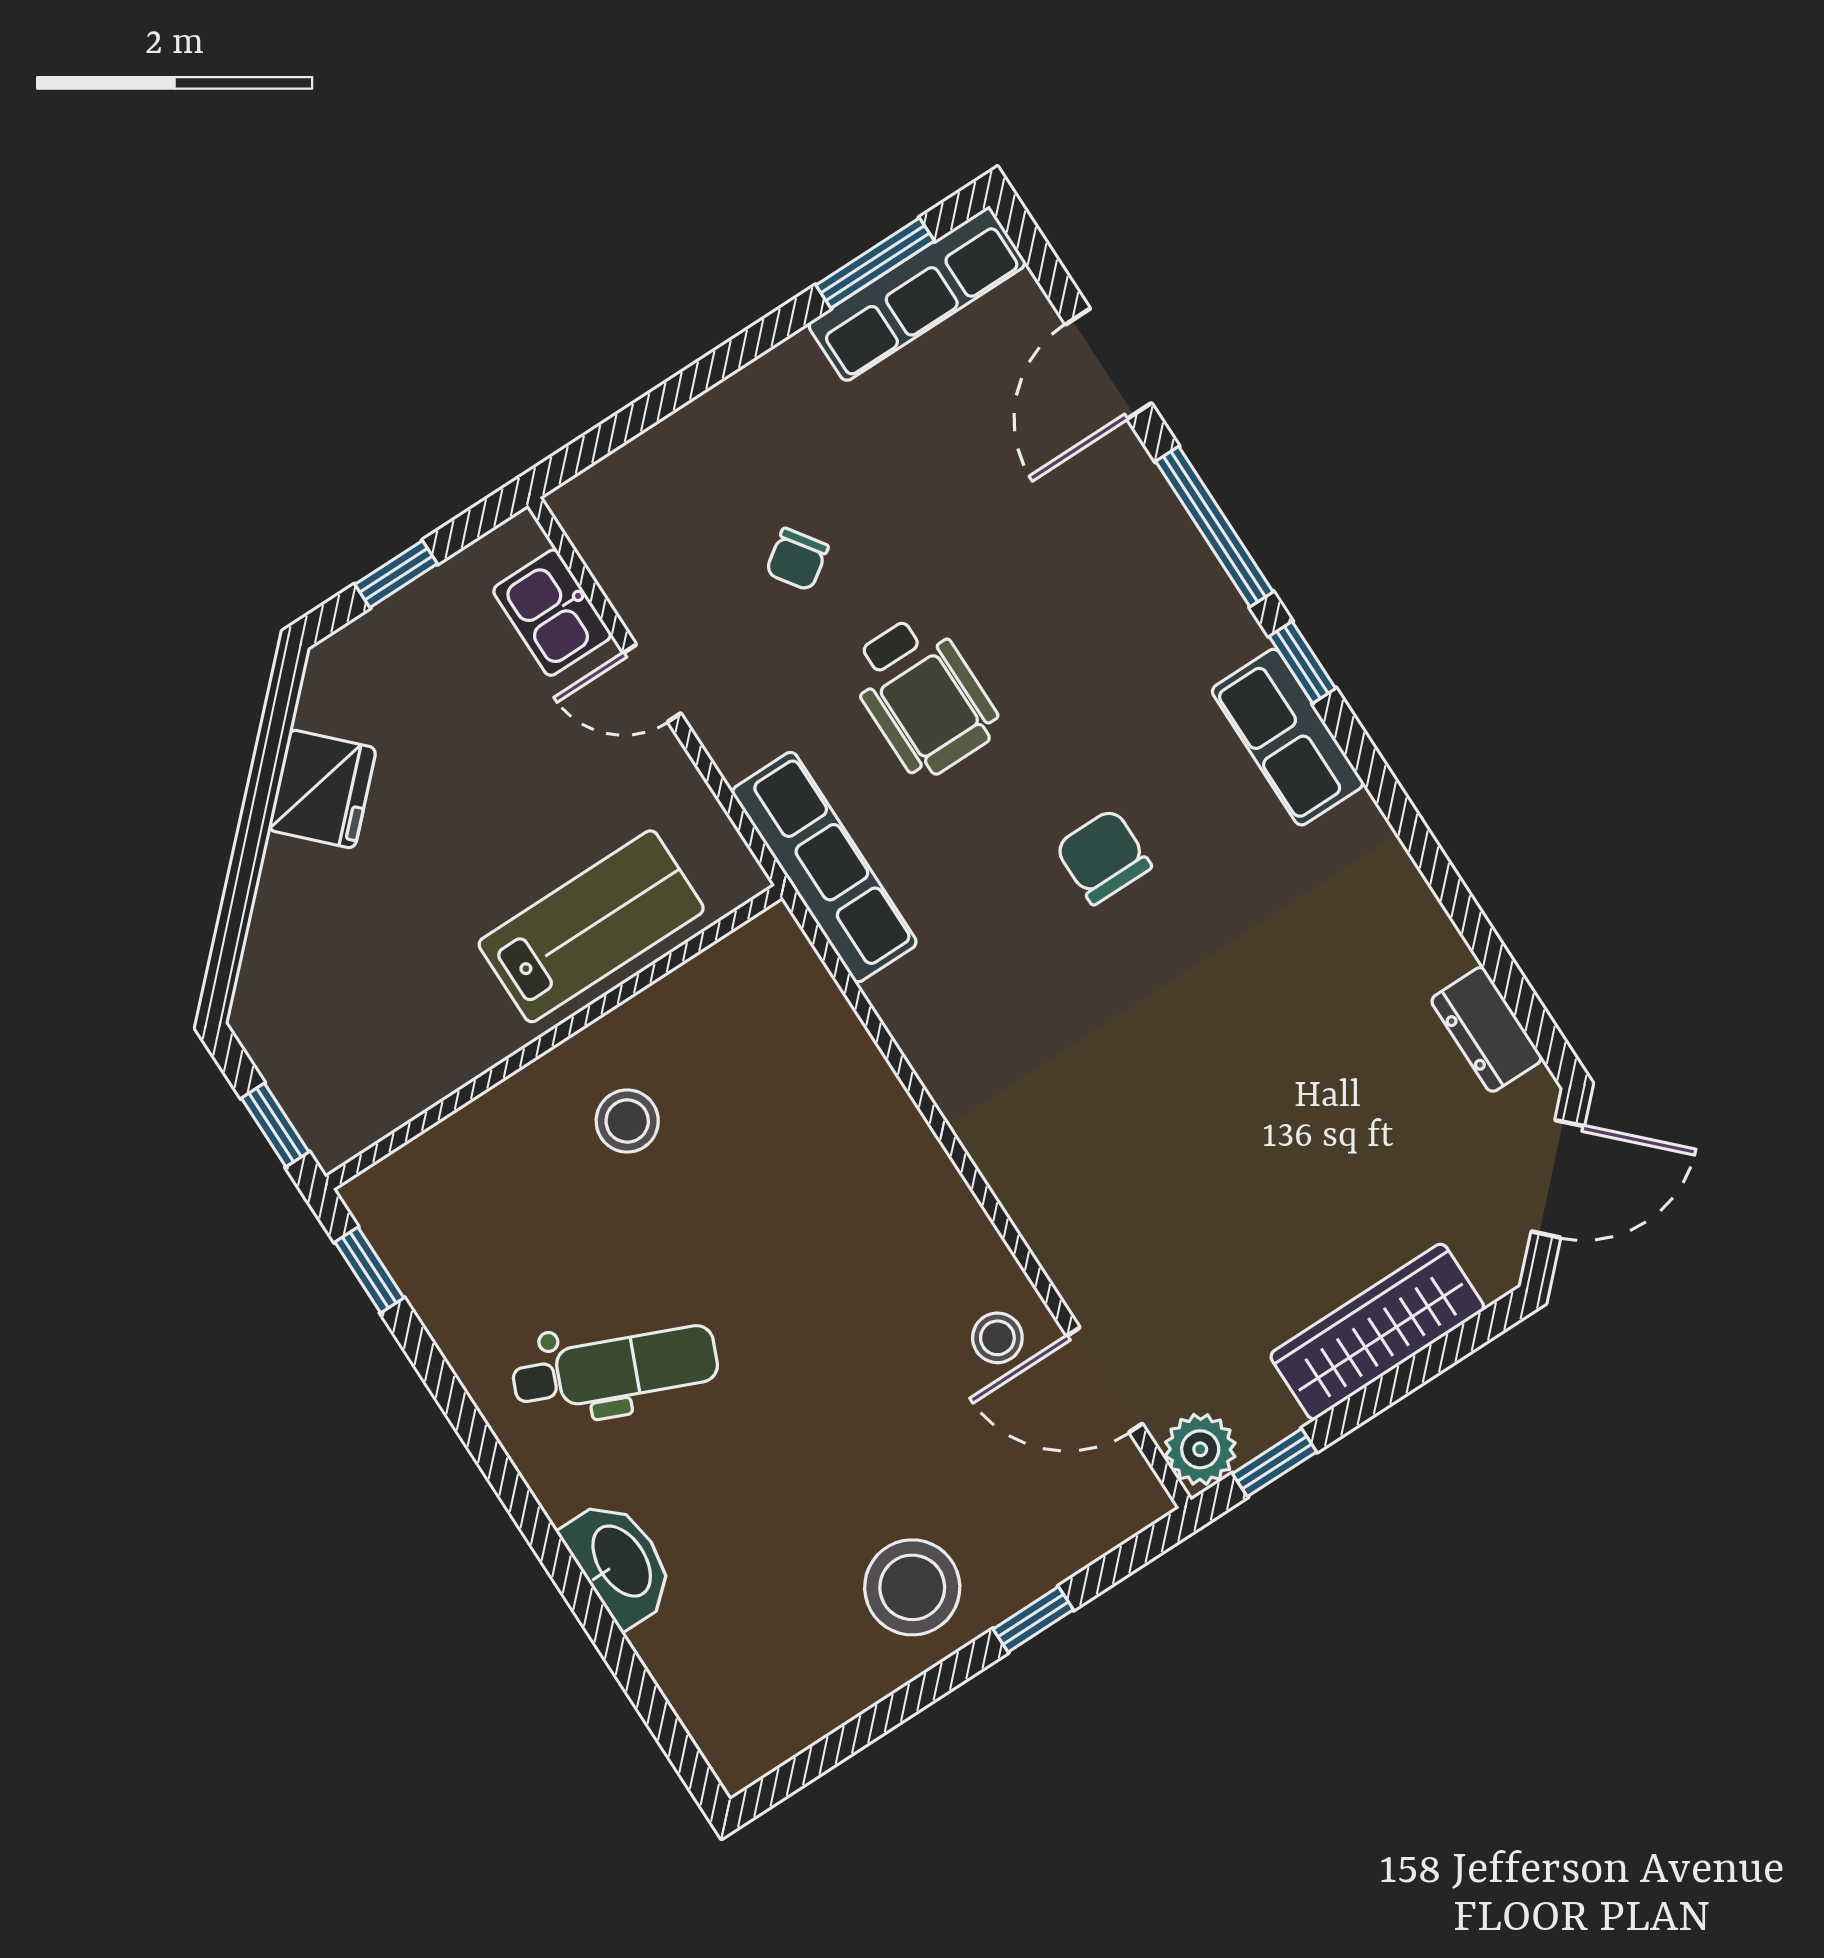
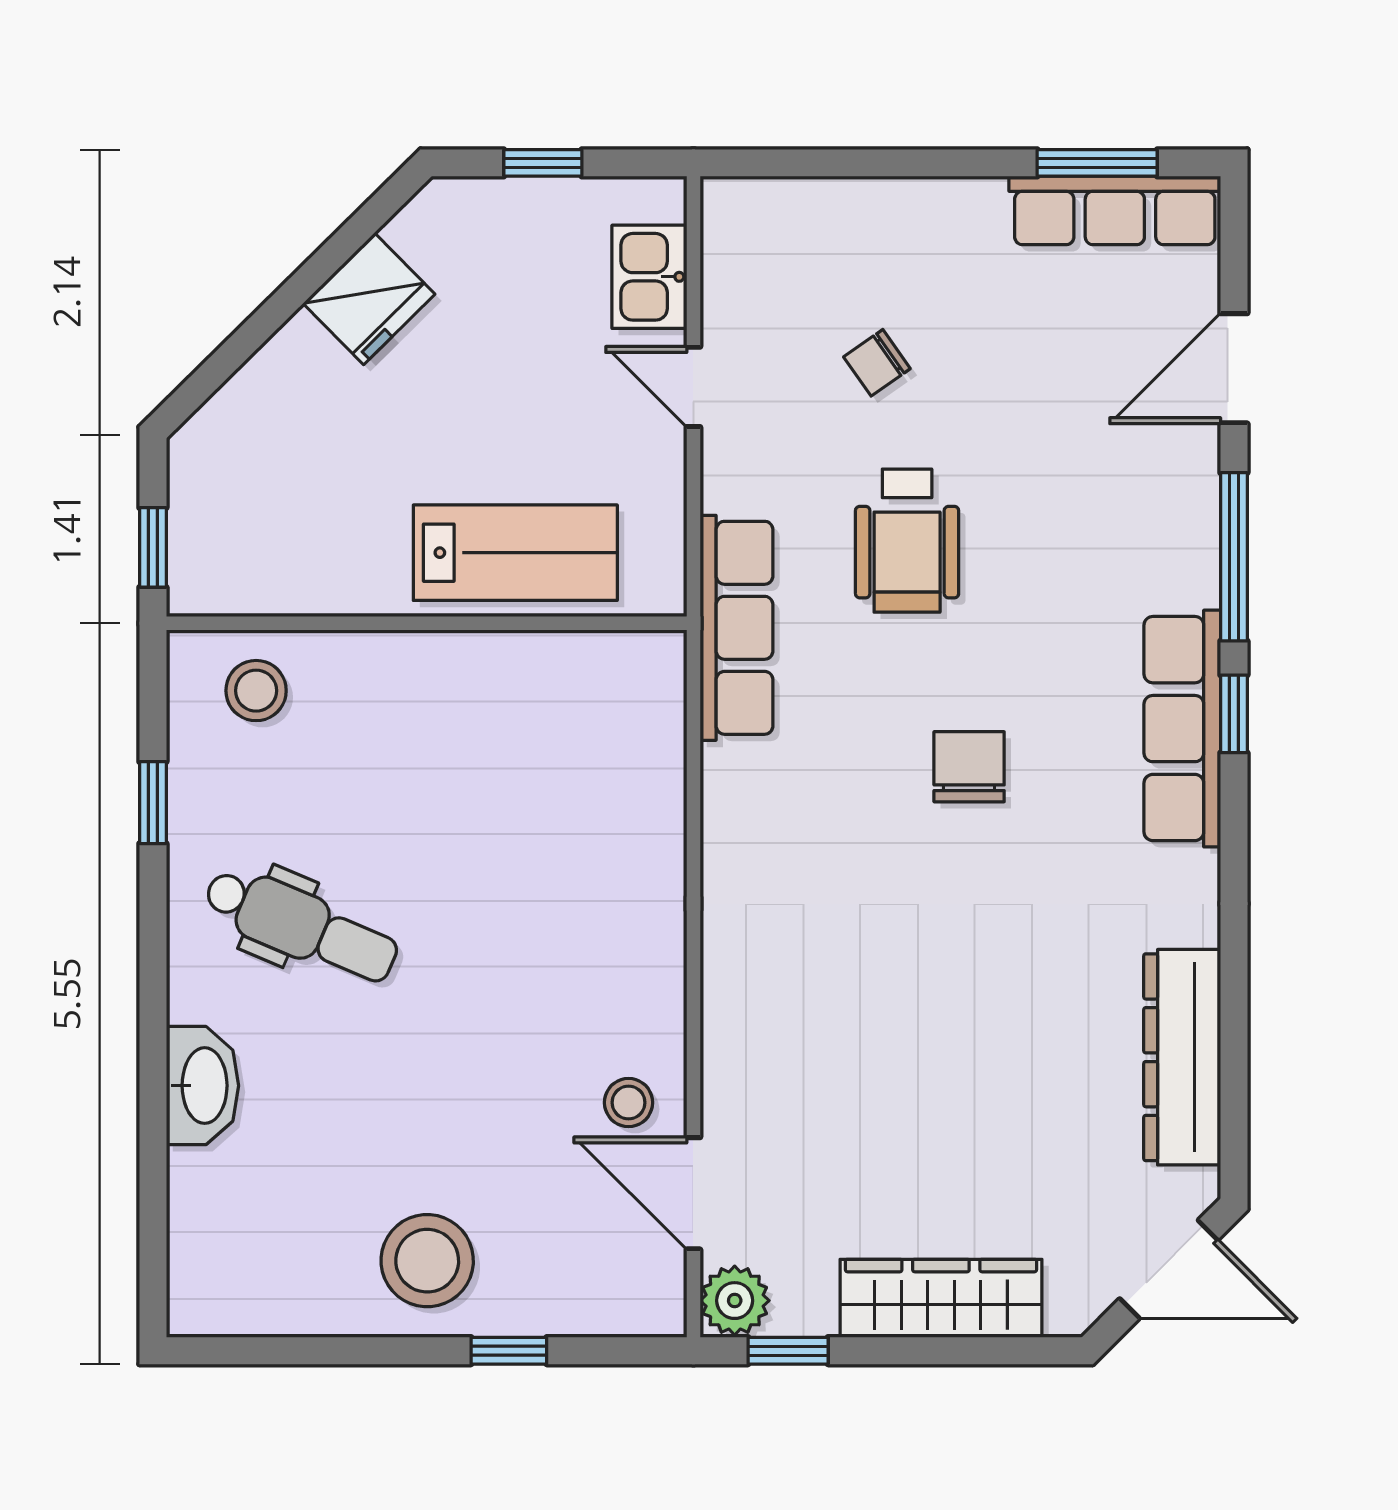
row of seats: (1288, 737) -> (1182, 729), width x1.48
dresser: (1487, 1029) -> (1182, 1057), width x1.96, depth x1.24
stool: (627, 1121) -> (256, 691), moved
window: (369, 1270) -> (153, 803), moved

